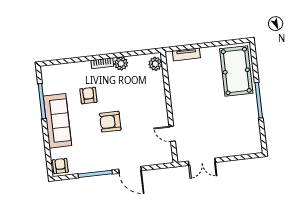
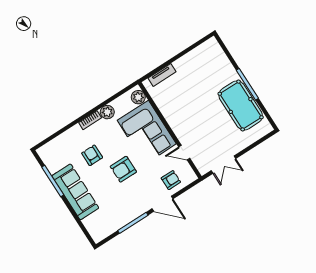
pool table: (236, 71) -> (241, 105), moved
corner sofa: (148, 99) -> (147, 132), added
armchair: (60, 166) -> (171, 180), moved, turned 90

